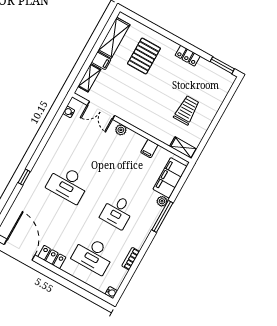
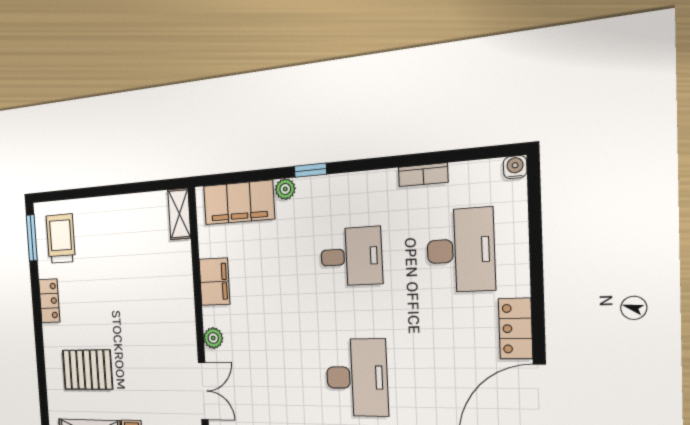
trolley: (187, 110) -> (61, 239), moved, turned 90
filing cabinet: (149, 149) -> (214, 282), width x2.00
window: (162, 216) -> (310, 170), width x0.46

